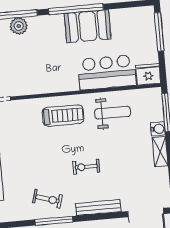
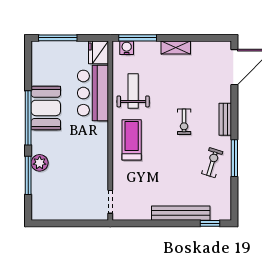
plant: (19, 26) -> (40, 163), moved
water cooler: (158, 129) -> (127, 48), moved
bench: (98, 208) -> (225, 119), width x0.73

